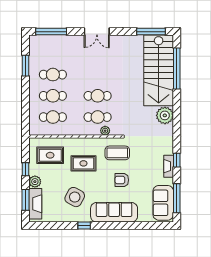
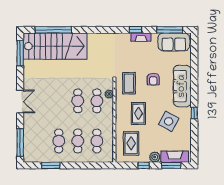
plant: (165, 115) -> (95, 41), removed

